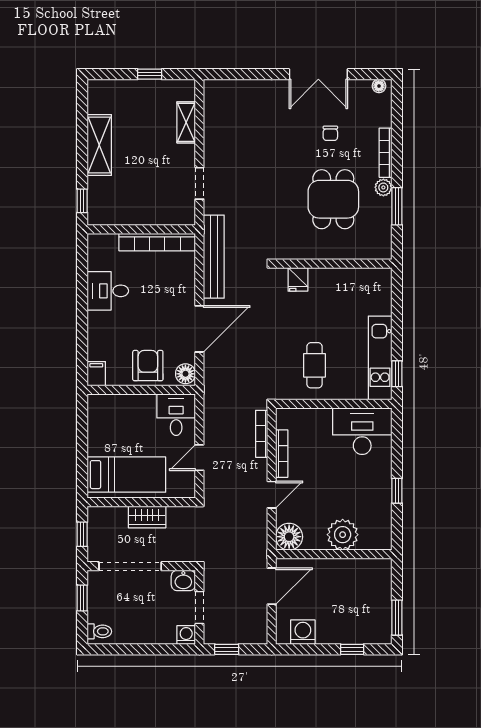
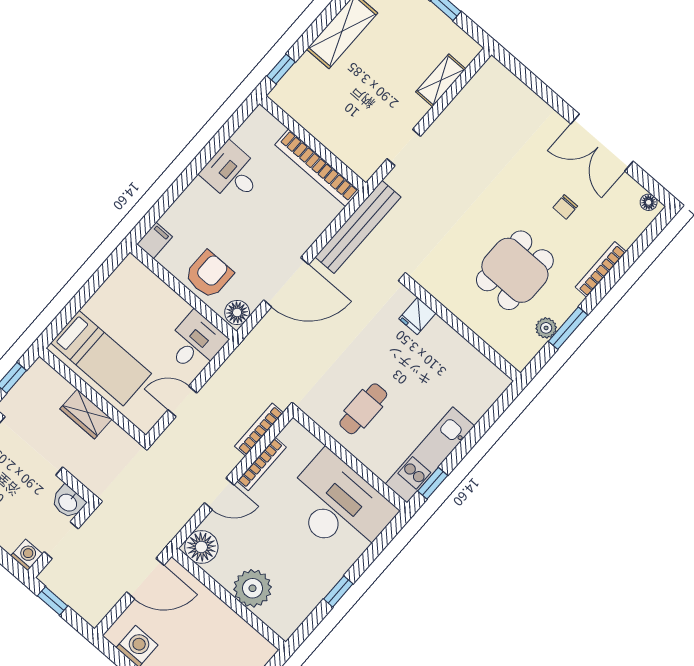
plant: (383, 187) -> (546, 328), moved
desk: (362, 431) -> (339, 506), width x1.36, depth x1.30

